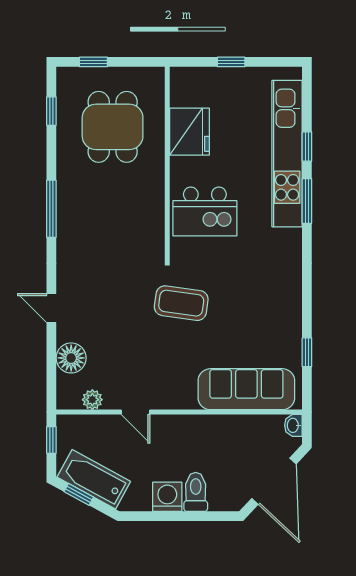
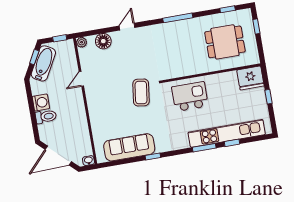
fridge: (190, 132) -> (250, 78), moved
kitchen island: (205, 211) -> (190, 97), turned 90
window: (307, 352) -> (153, 157), moved
sofa: (246, 389) -> (129, 147), moved, turned -90
plant: (92, 400) -> (82, 42), moved

